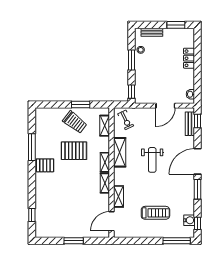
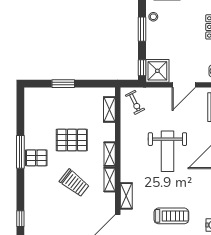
shower: (144, 94) -> (157, 71), added
window: (81, 105) -> (63, 84), moved
trolley: (75, 122) -> (74, 183), moved
window: (32, 147) -> (20, 152), moved
shelving: (120, 152) -> (128, 142), removed
weight bench: (152, 160) -> (167, 151), width x1.36, depth x1.33

